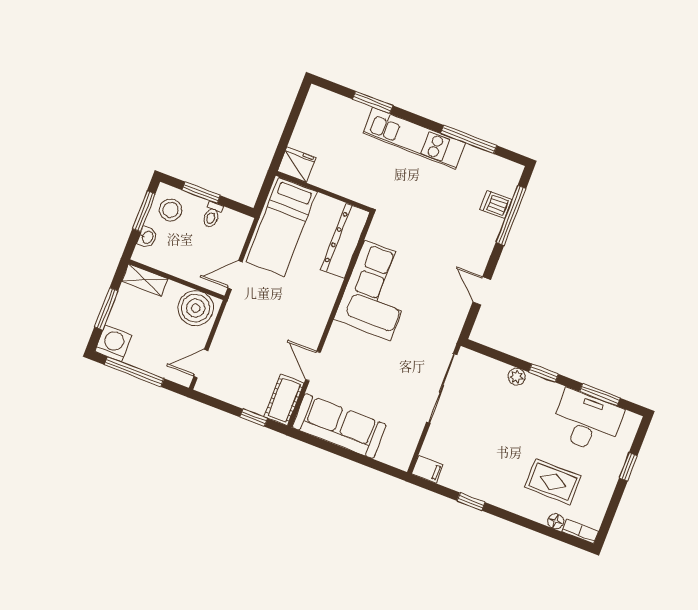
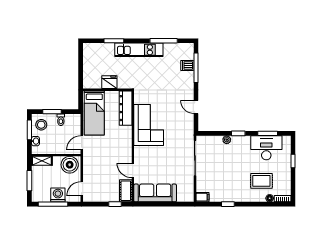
fridge: (297, 165) -> (109, 82), moved
washing machine: (113, 343) -> (58, 195), moved

